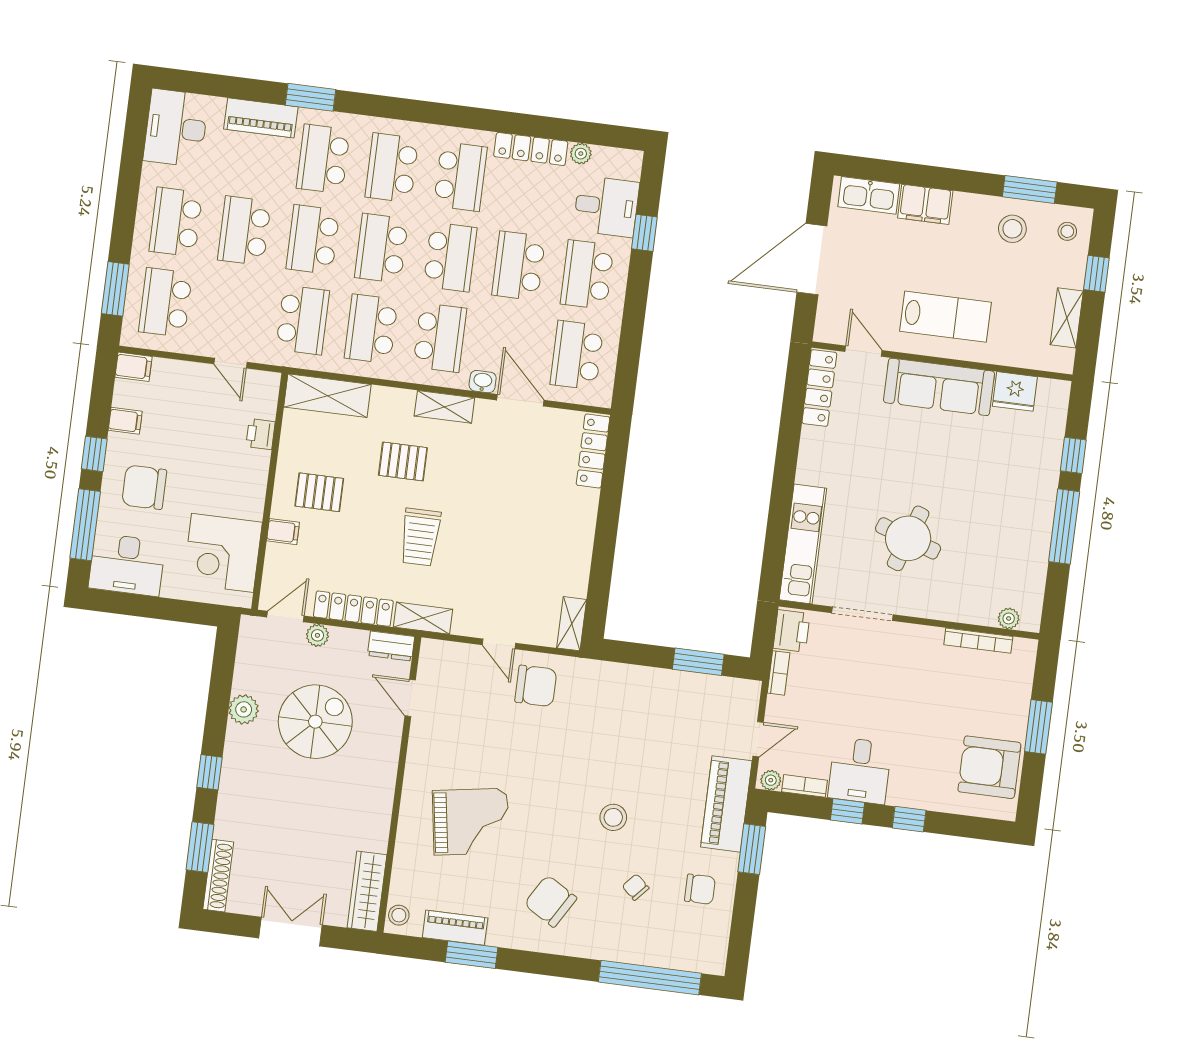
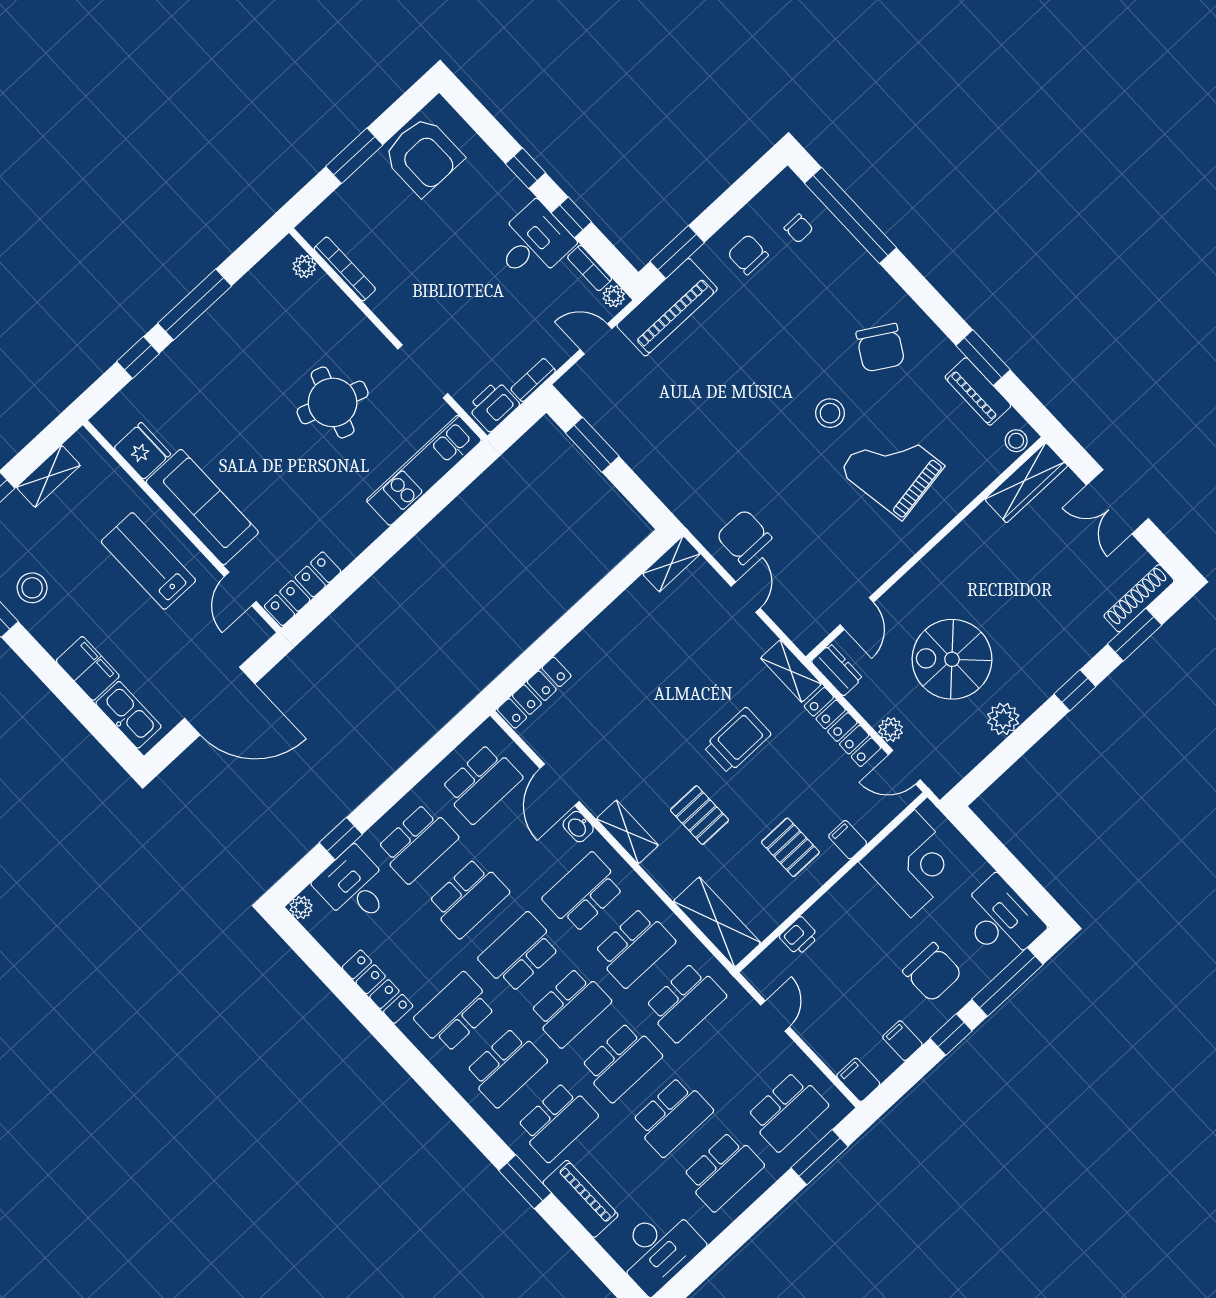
plant: (581, 154) -> (301, 907), moved
school desk: (303, 320) -> (685, 1002), turned 180
stool: (613, 817) -> (830, 413), moved
chair: (636, 887) -> (799, 228), moved, turned -42

